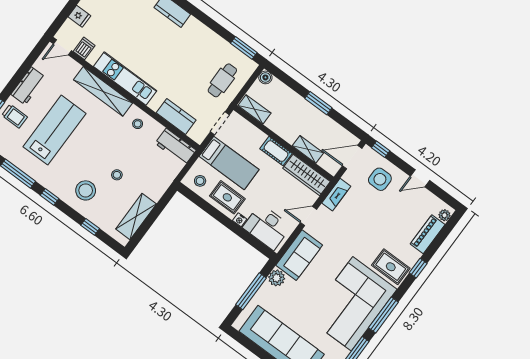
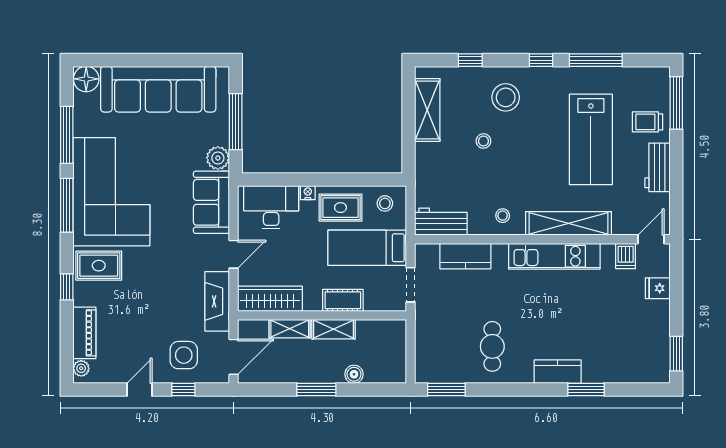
boiler: (265, 77) -> (354, 374), moved
cafe table: (222, 80) -> (492, 346), moved
shelving: (254, 109) -> (334, 329), moved
window: (381, 149) -> (183, 389), moved
cot: (276, 151) -> (343, 300), moved
fireplace: (336, 195) -> (217, 301), width x1.37, depth x1.32

